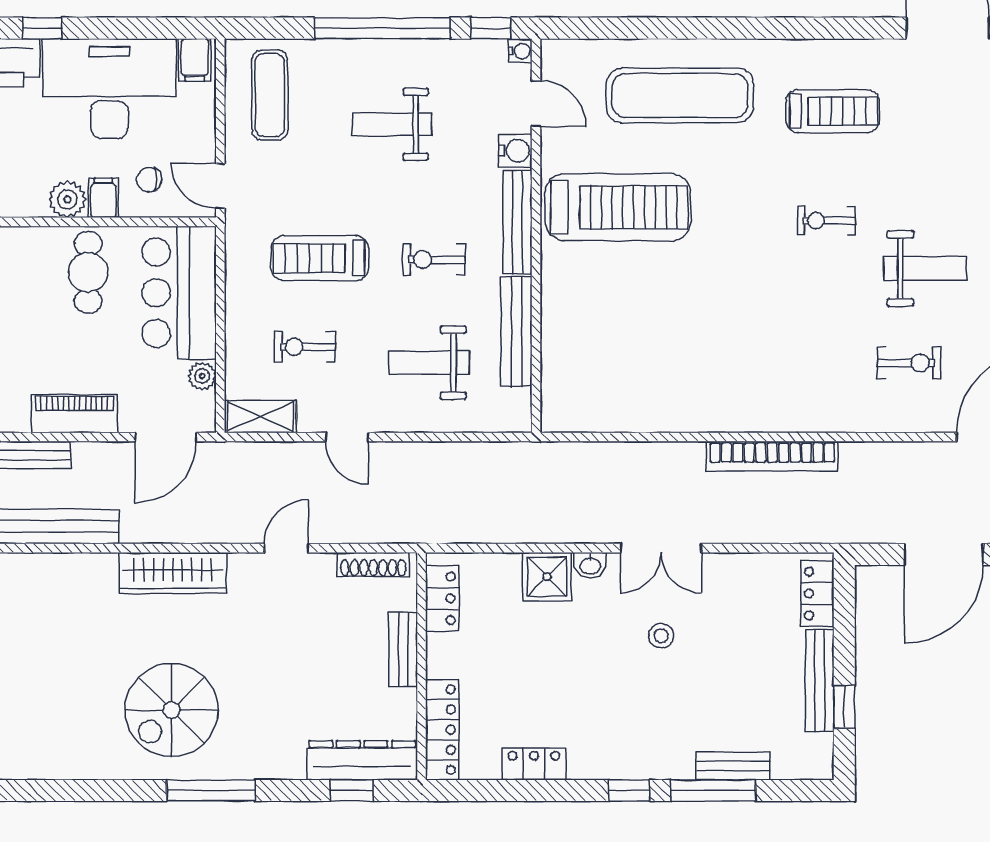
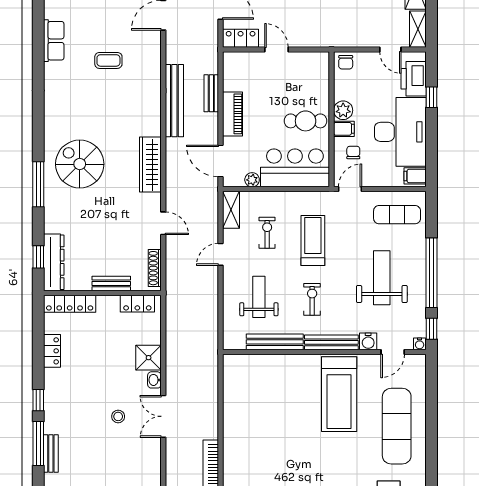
weight bench: (392, 124) -> (382, 278), width x1.36, depth x1.33

